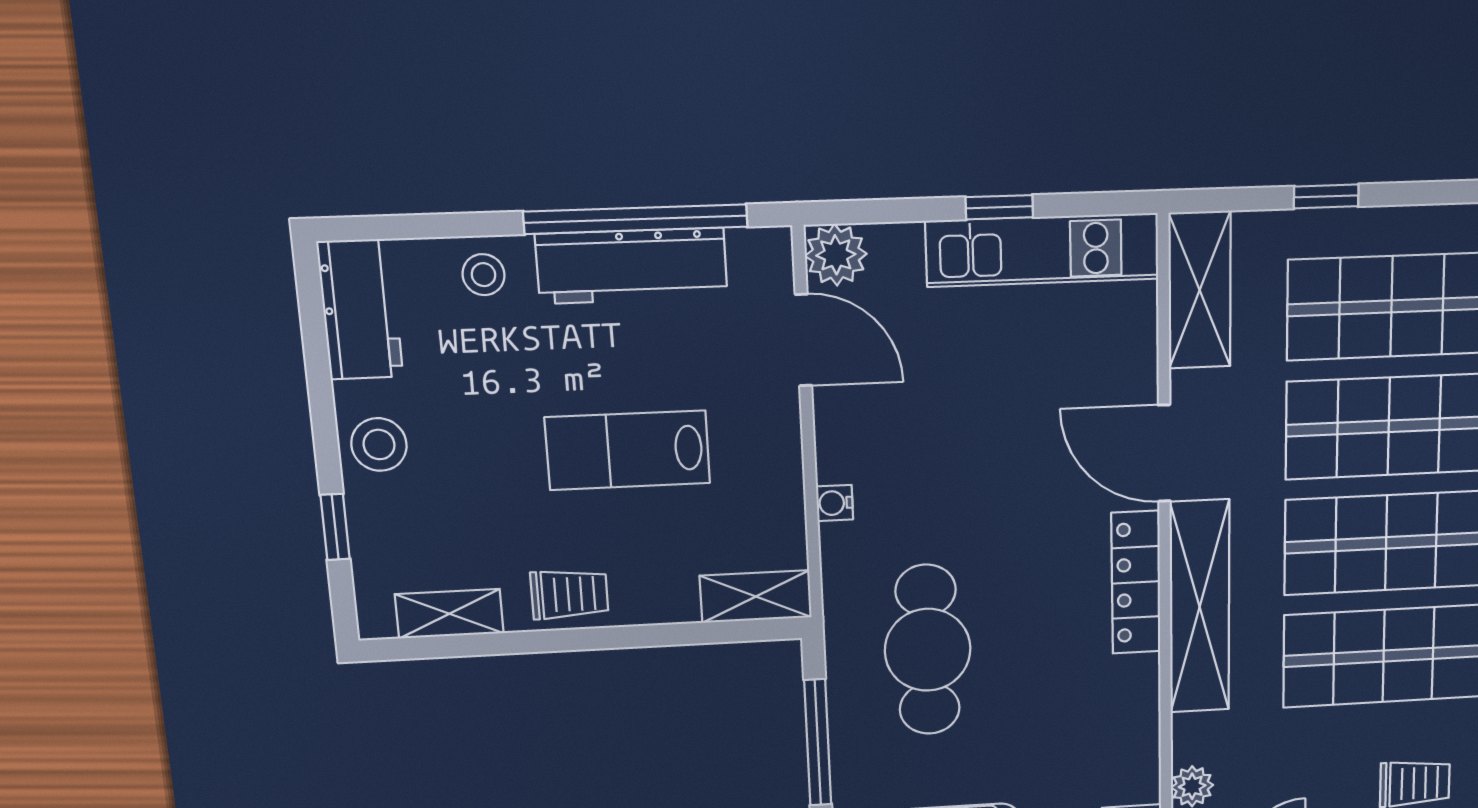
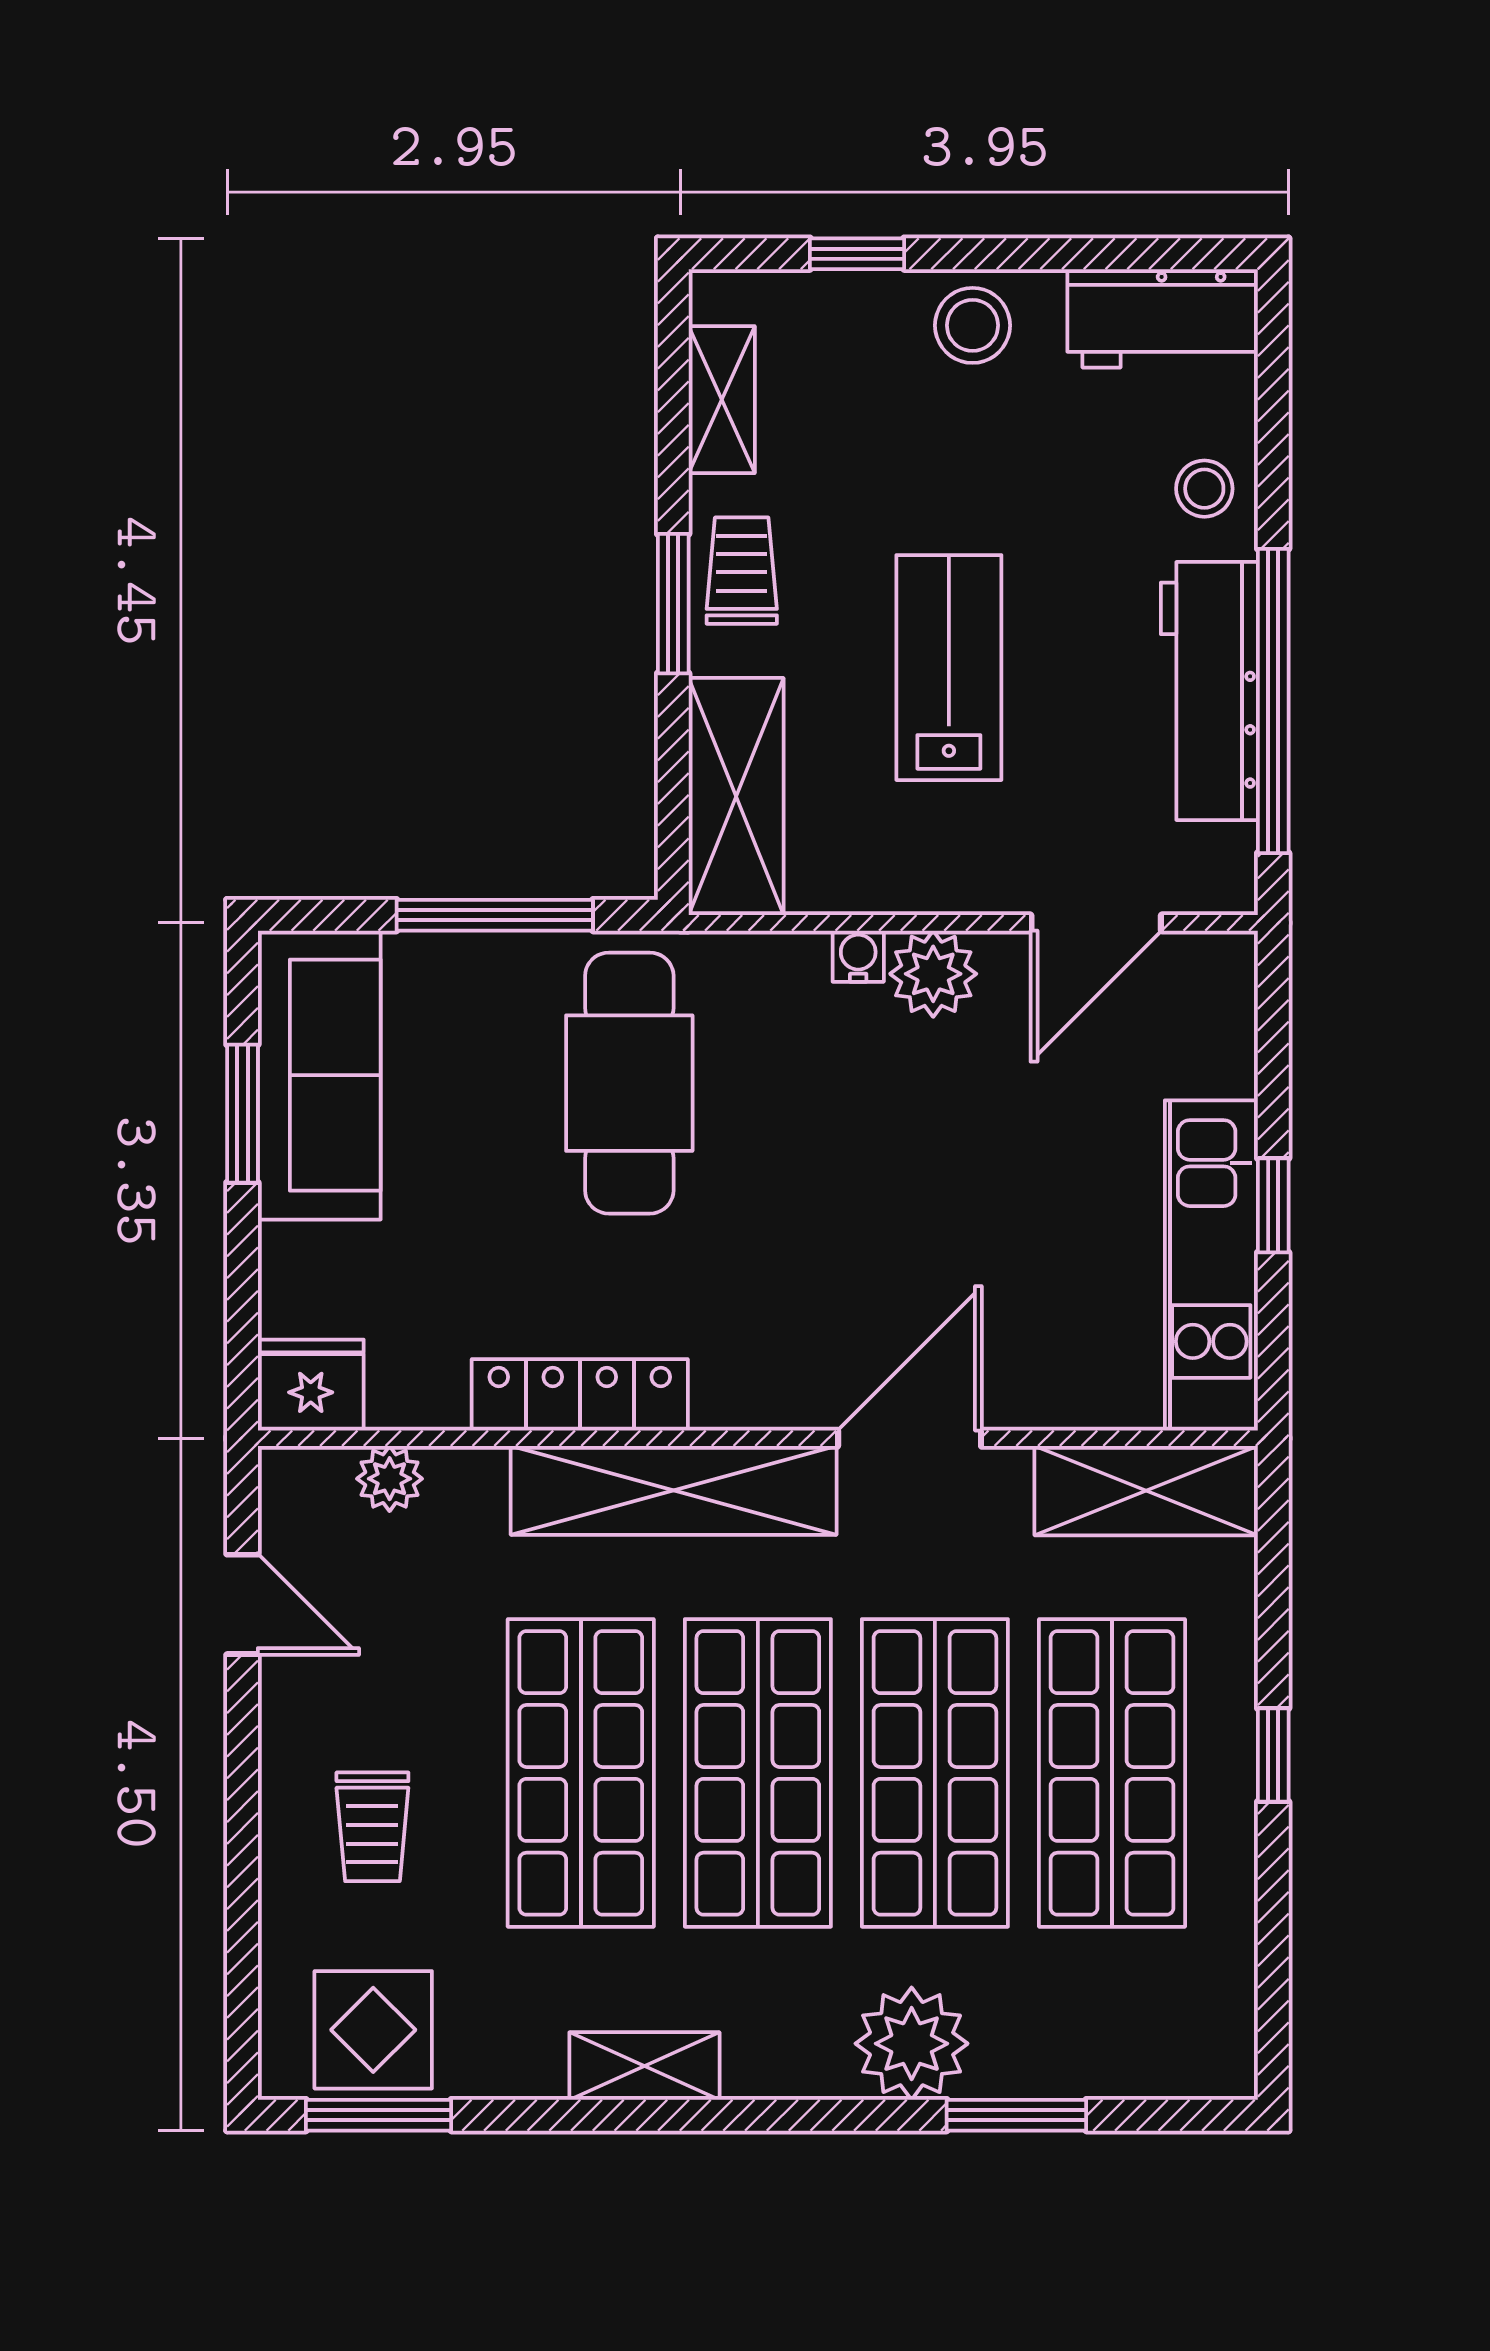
window: (1326, 196) -> (1273, 1755), moved
plant: (836, 255) -> (933, 974), moved
locker: (1136, 582) -> (580, 1395), moved
trolley: (569, 594) -> (742, 571), turned 180
shelving: (756, 597) -> (736, 797), width x1.50, depth x1.33
window: (596, 639) -> (673, 604), added
cafe table: (928, 650) -> (629, 1083), turned 90

